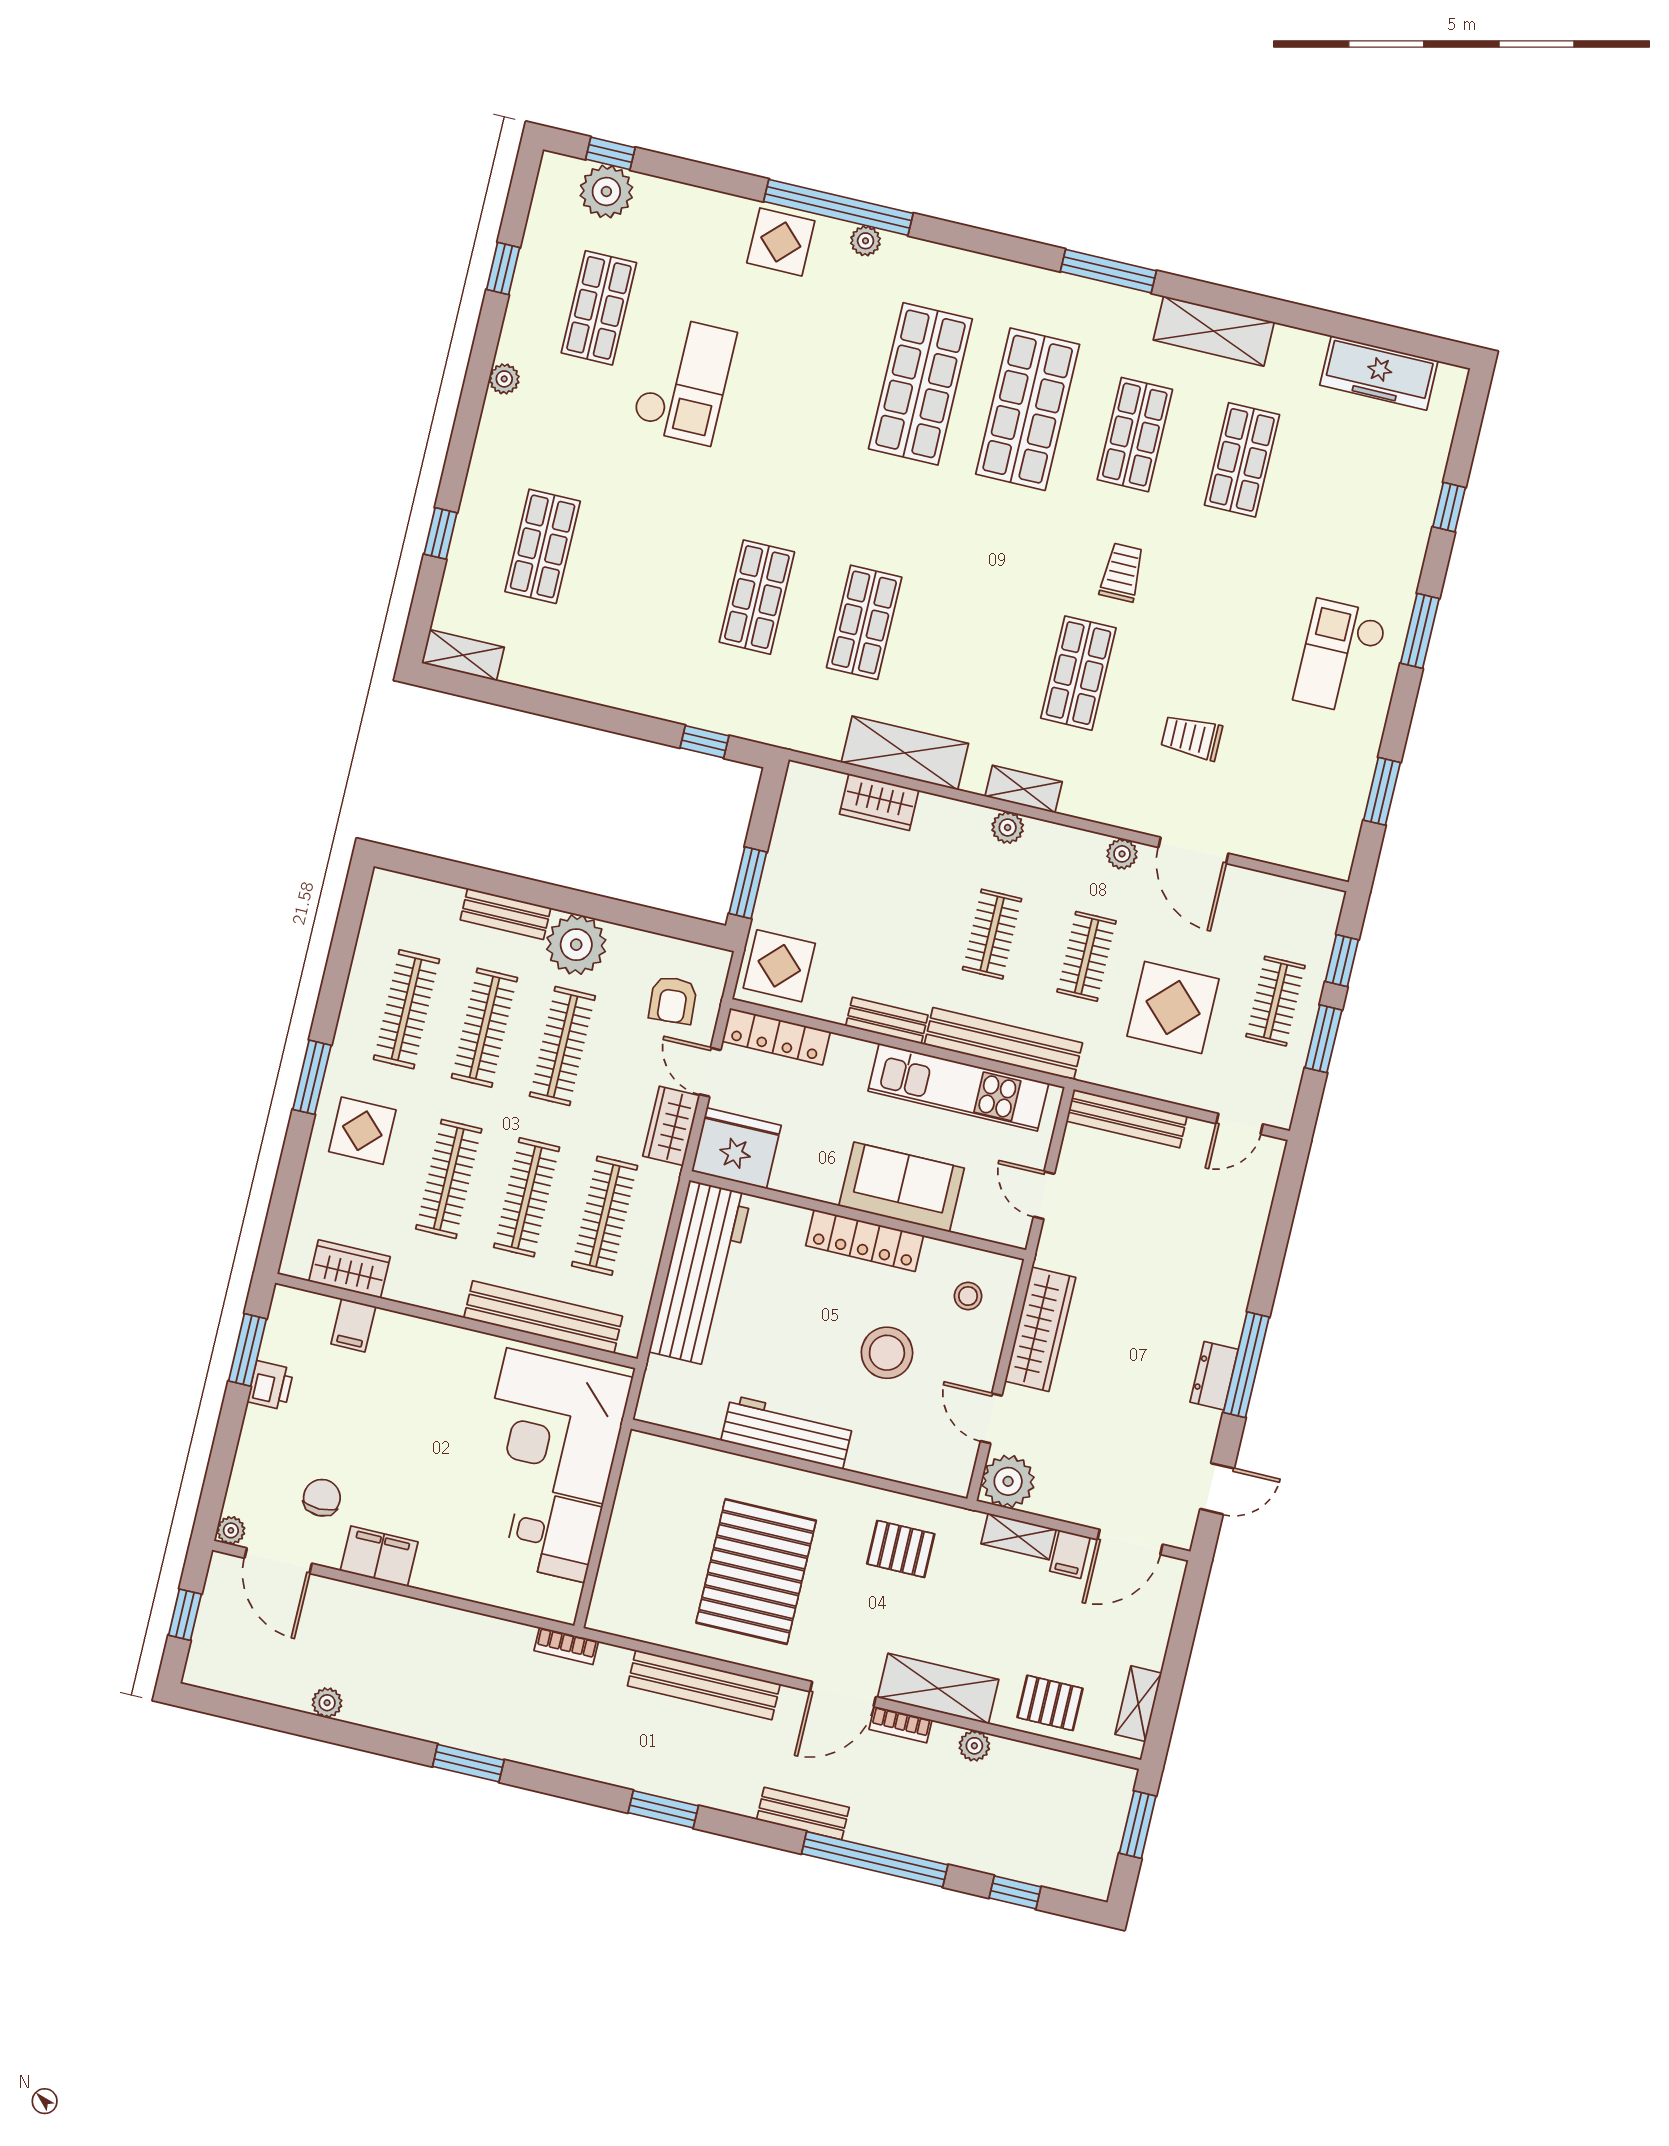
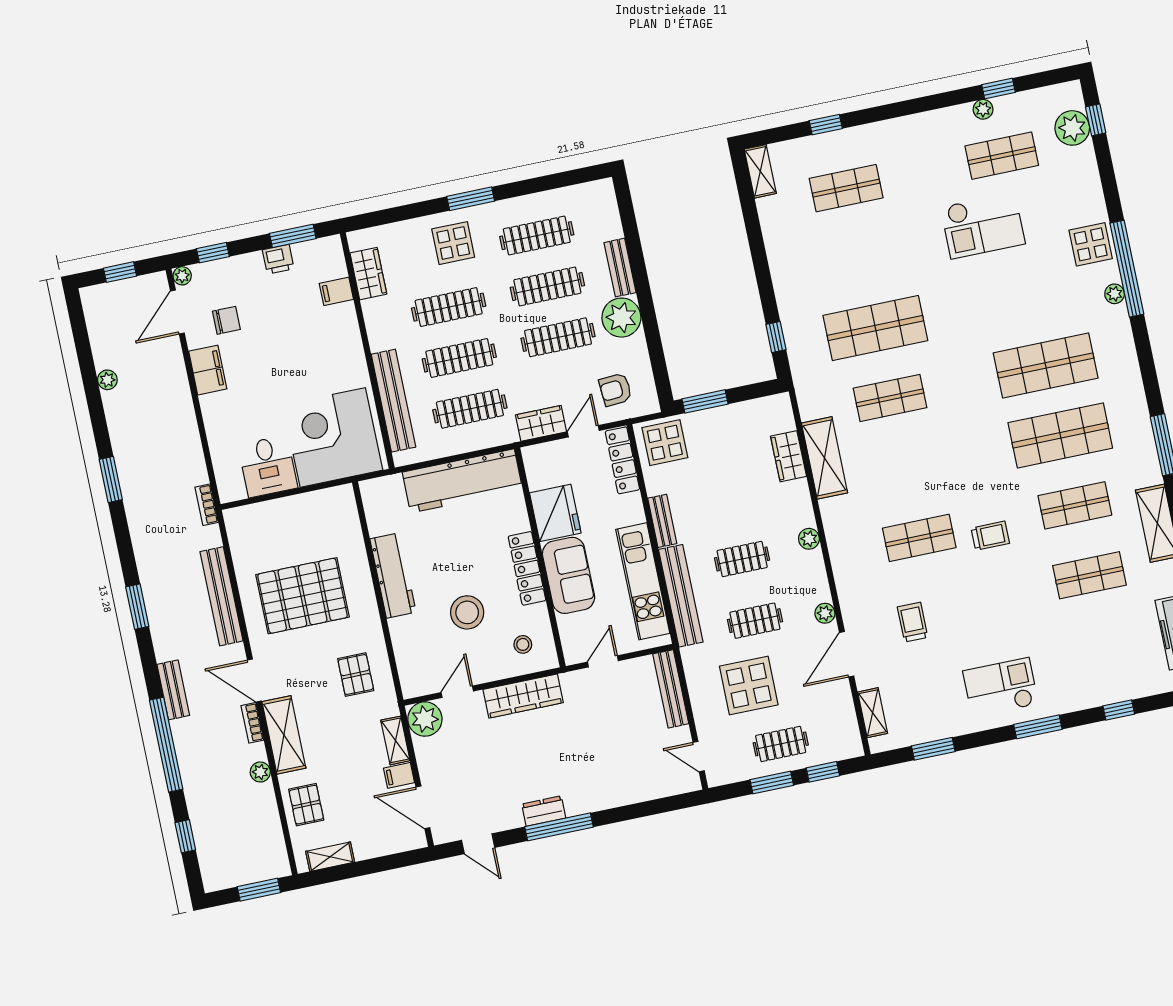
plant: (504, 379) -> (983, 109), moved
shop shelf: (757, 597) -> (875, 328), width x1.43, depth x1.36
shelving: (1024, 789) -> (873, 713), moved
fridge: (736, 1148) -> (555, 513), moved
window: (219, 1472) -> (213, 253), added

